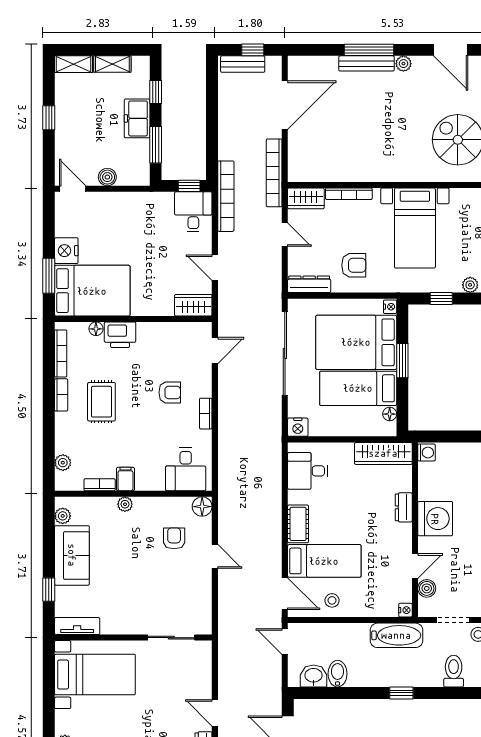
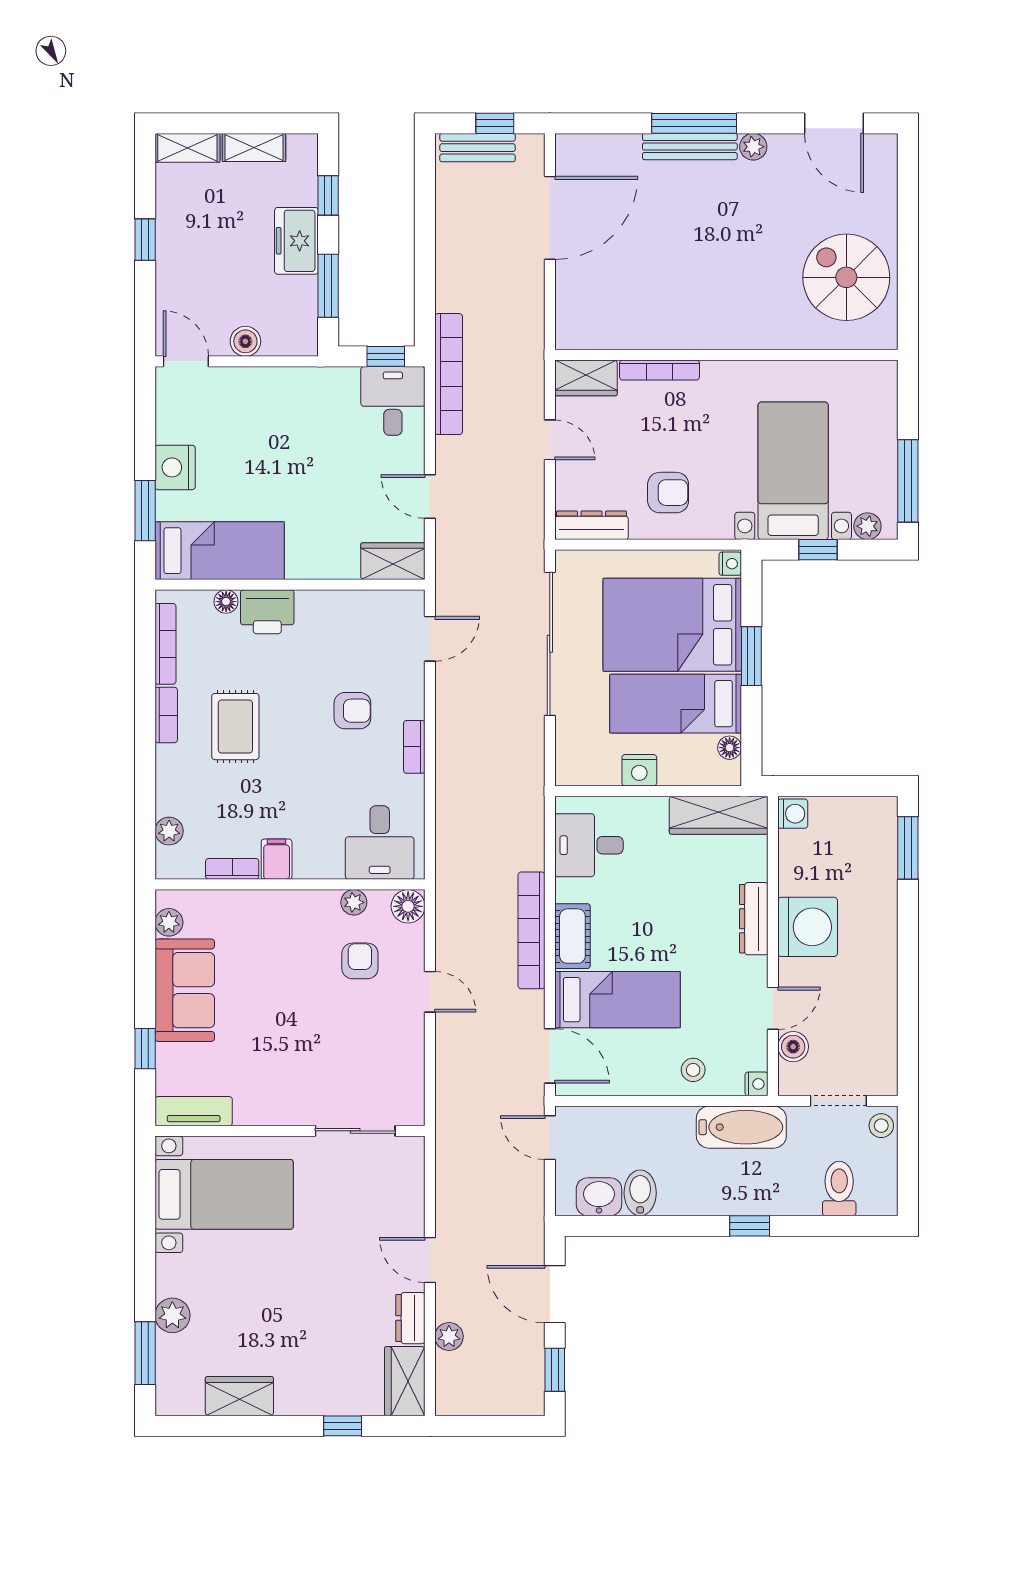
bookcase: (274, 173) -> (531, 930), moved
bed with nightstands: (415, 228) -> (793, 471), moved, turned 180
bed: (92, 291) -> (220, 551), width x0.67
nightstand: (298, 427) -> (639, 770), moved
plant: (125, 504) -> (354, 902), moved
dresser: (404, 507) -> (754, 919), width x1.44
stool: (332, 600) -> (693, 1070), moved

